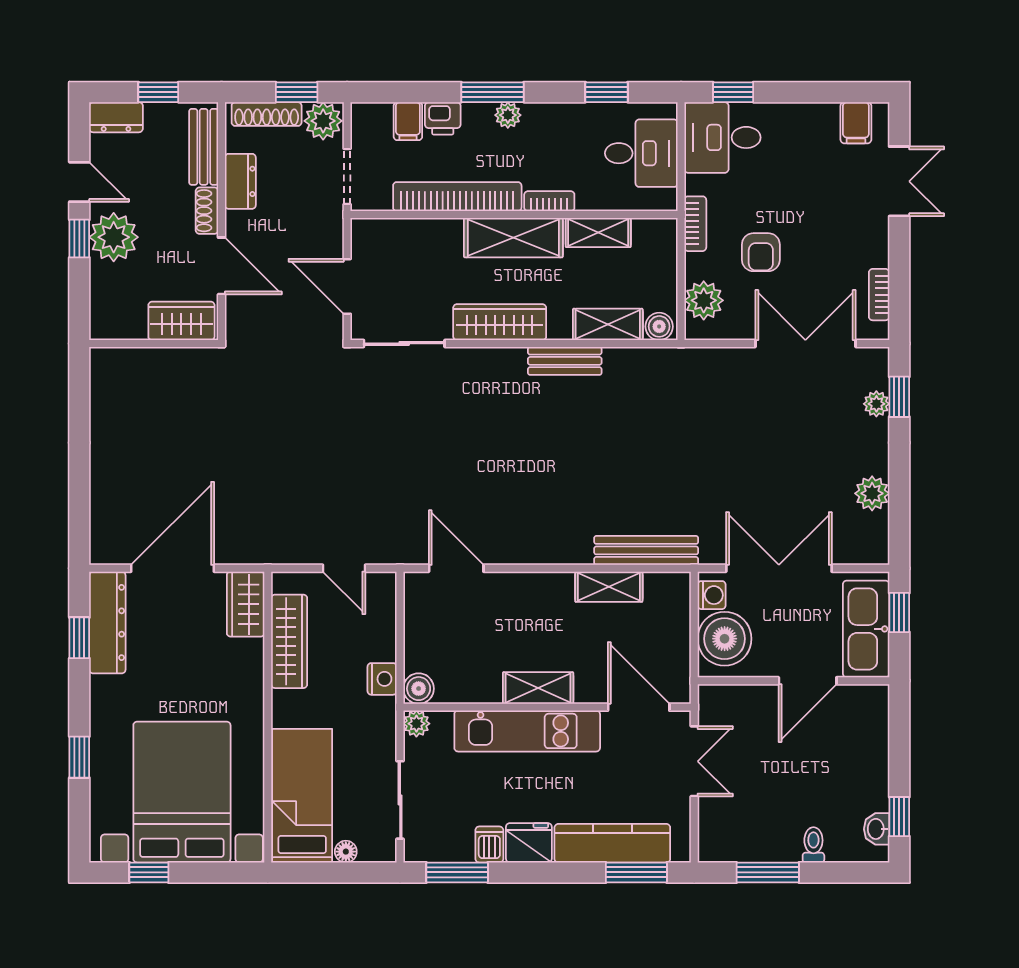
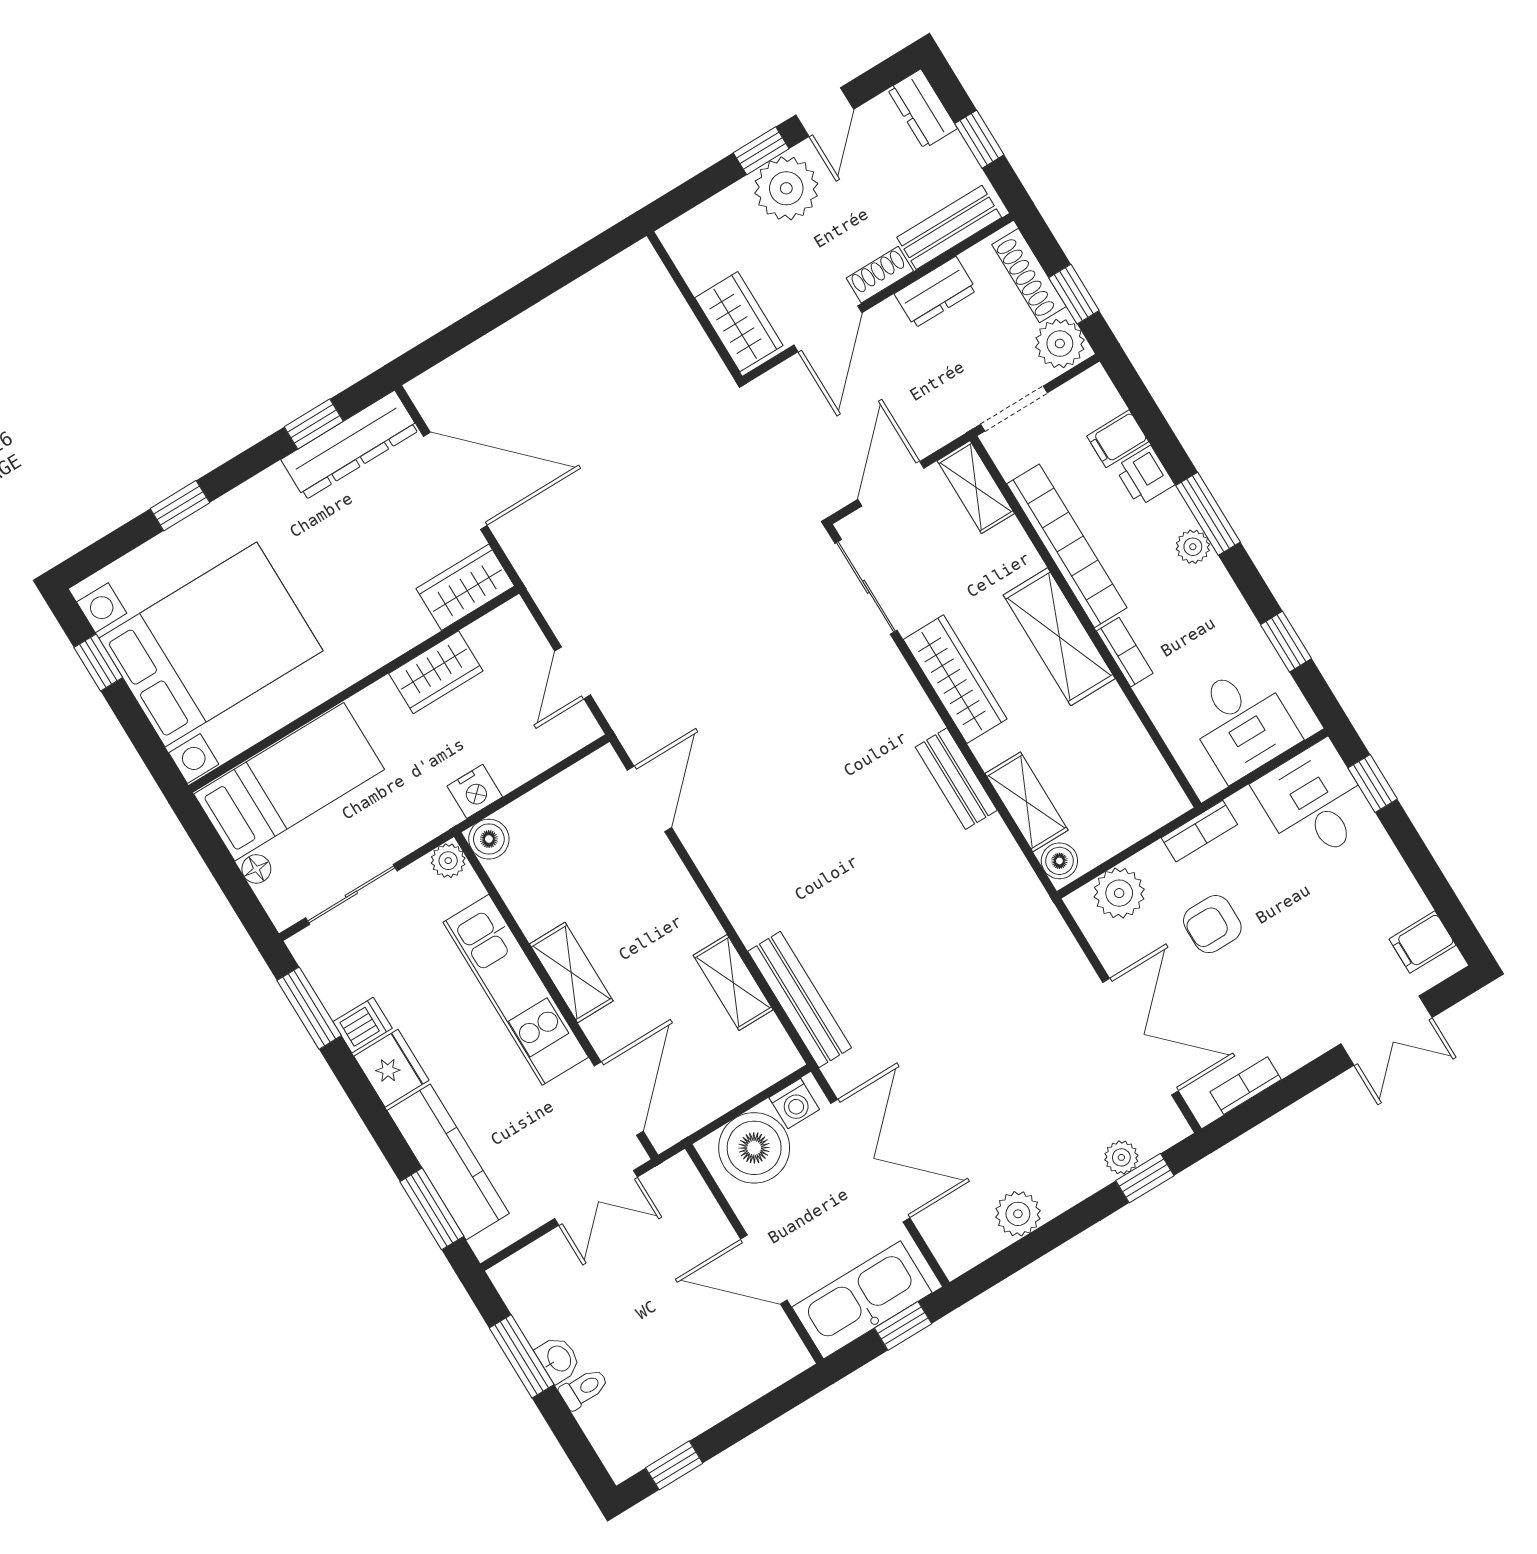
shelving: (598, 233) -> (976, 487), moved
wardrobe: (289, 641) -> (436, 672), width x0.67
washbasin: (877, 829) -> (558, 1359), moved, turned 90

